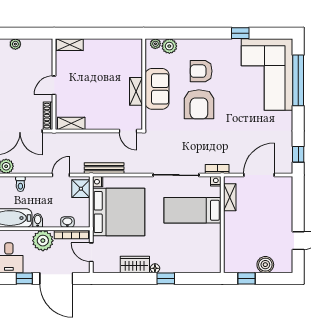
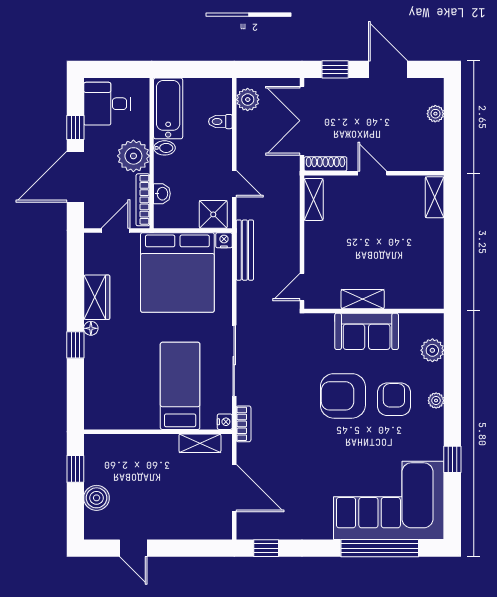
plant: (155, 44) -> (436, 400), moved

